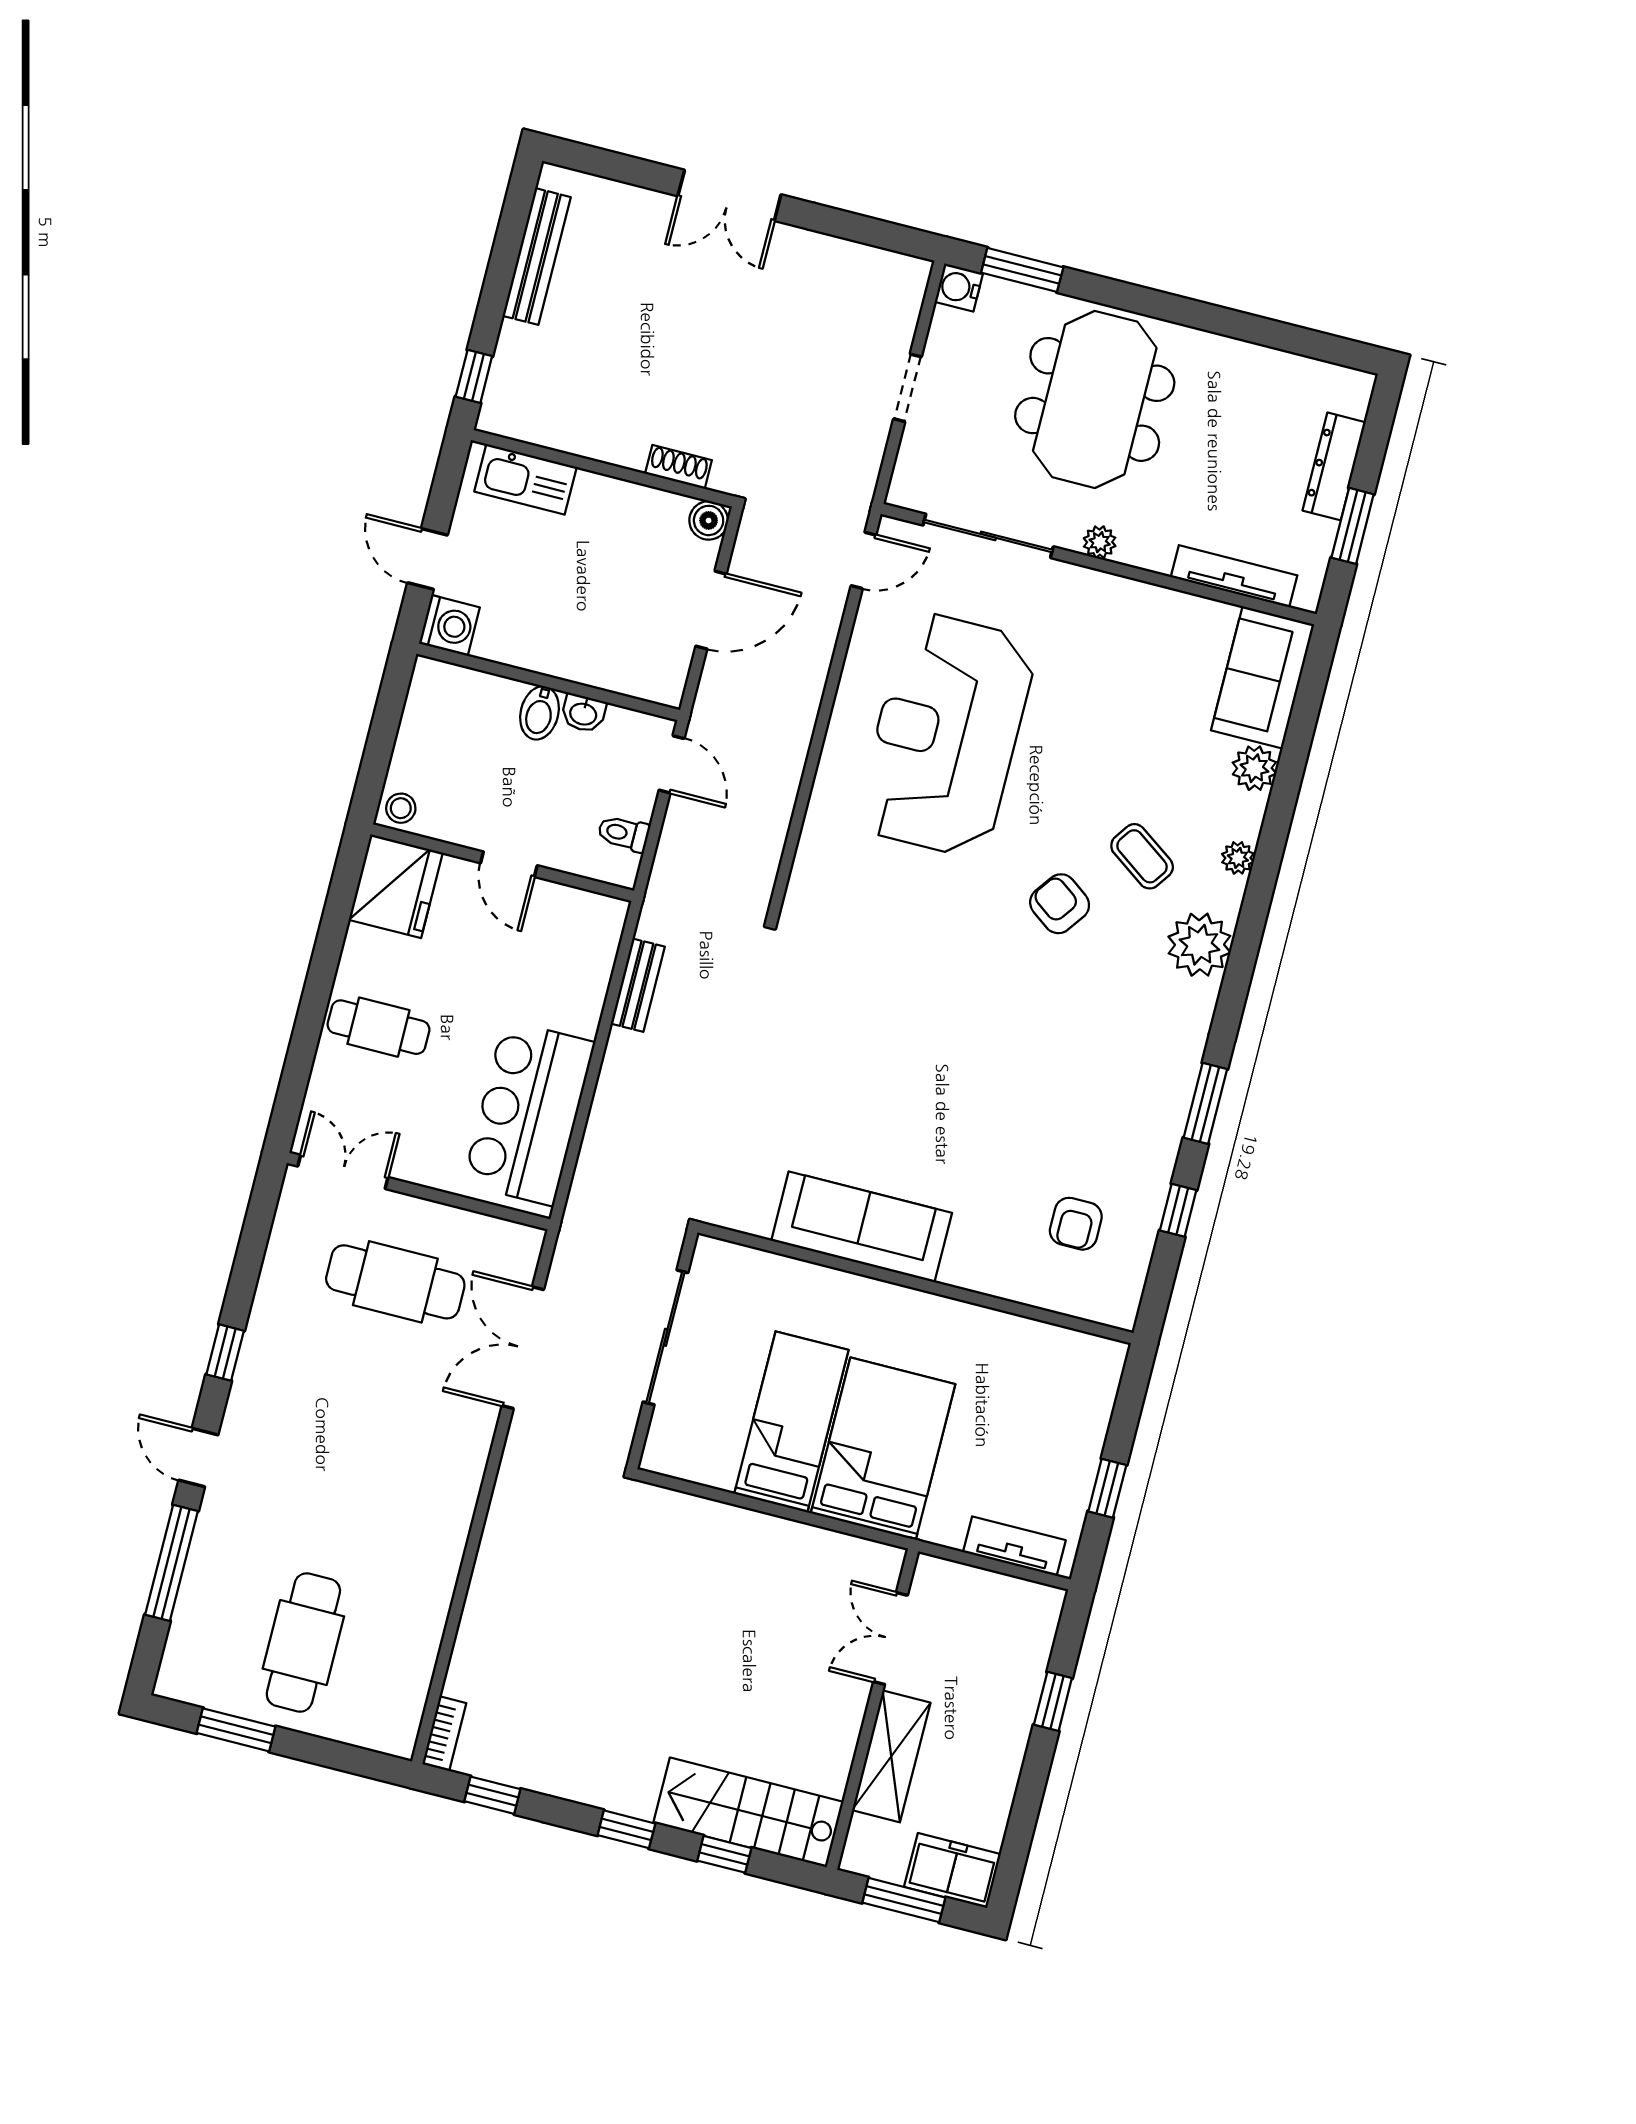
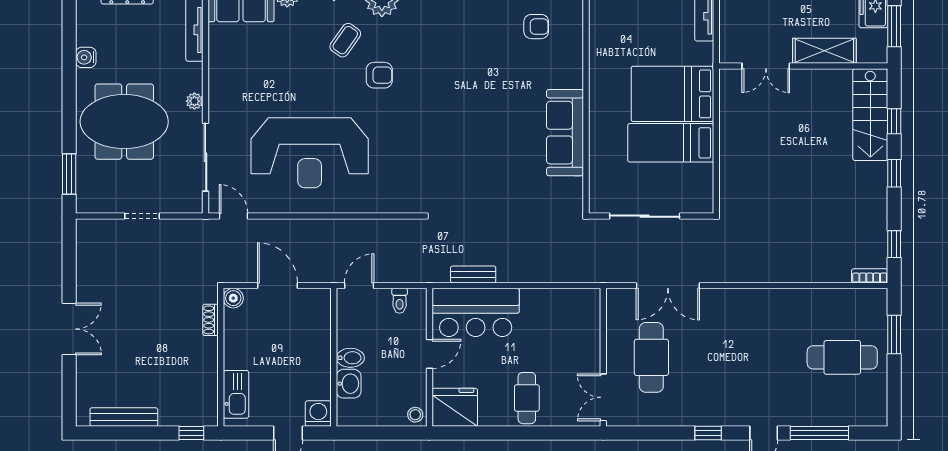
water cooler: (959, 287) -> (86, 57), moved, turned 90
washbasin: (583, 713) -> (349, 384), moved, width x1.38, depth x1.45
armchair: (1060, 904) -> (379, 75), turned -126
bar counter: (529, 1113) -> (476, 312), moved
window: (236, 1730) -> (894, 335), moved

